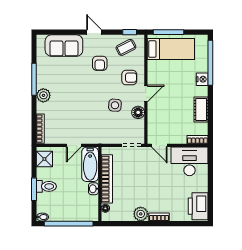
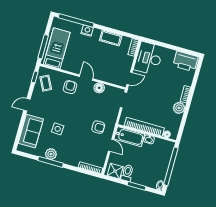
armchair: (100, 63) -> (98, 127), moved
plant: (43, 95) -> (51, 154), moved
side table: (115, 105) -> (58, 129), moved
toilet: (46, 186) -> (127, 173), moved

